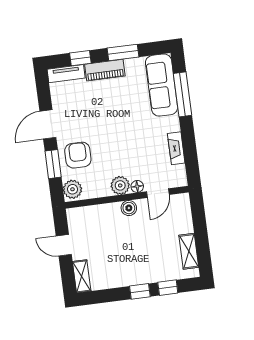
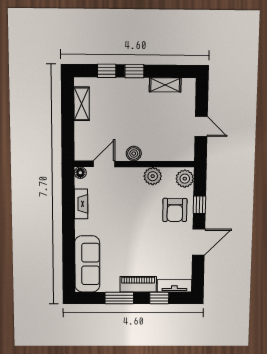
window: (183, 94) -> (69, 253), removed
window: (53, 164) -> (199, 205), width x0.67
plant: (120, 185) -> (153, 176), moved
floor lamp: (137, 186) -> (80, 173), moved
shelving: (82, 276) -> (165, 85), moved, turned 90

